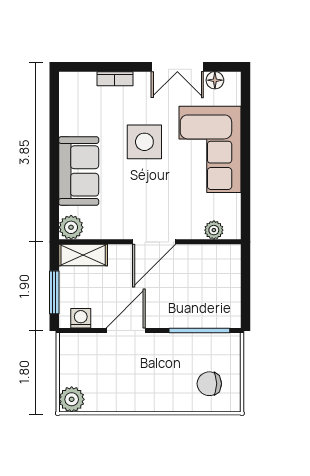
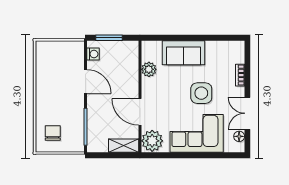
plant: (71, 227) -> (149, 69), moved
plant: (214, 230) -> (152, 141), width x1.88, depth x1.88
door: (154, 242) -> (140, 112), moved
shelving: (83, 255) -> (124, 146), moved, turned 90
plant: (72, 399) -> (43, 48), removed

